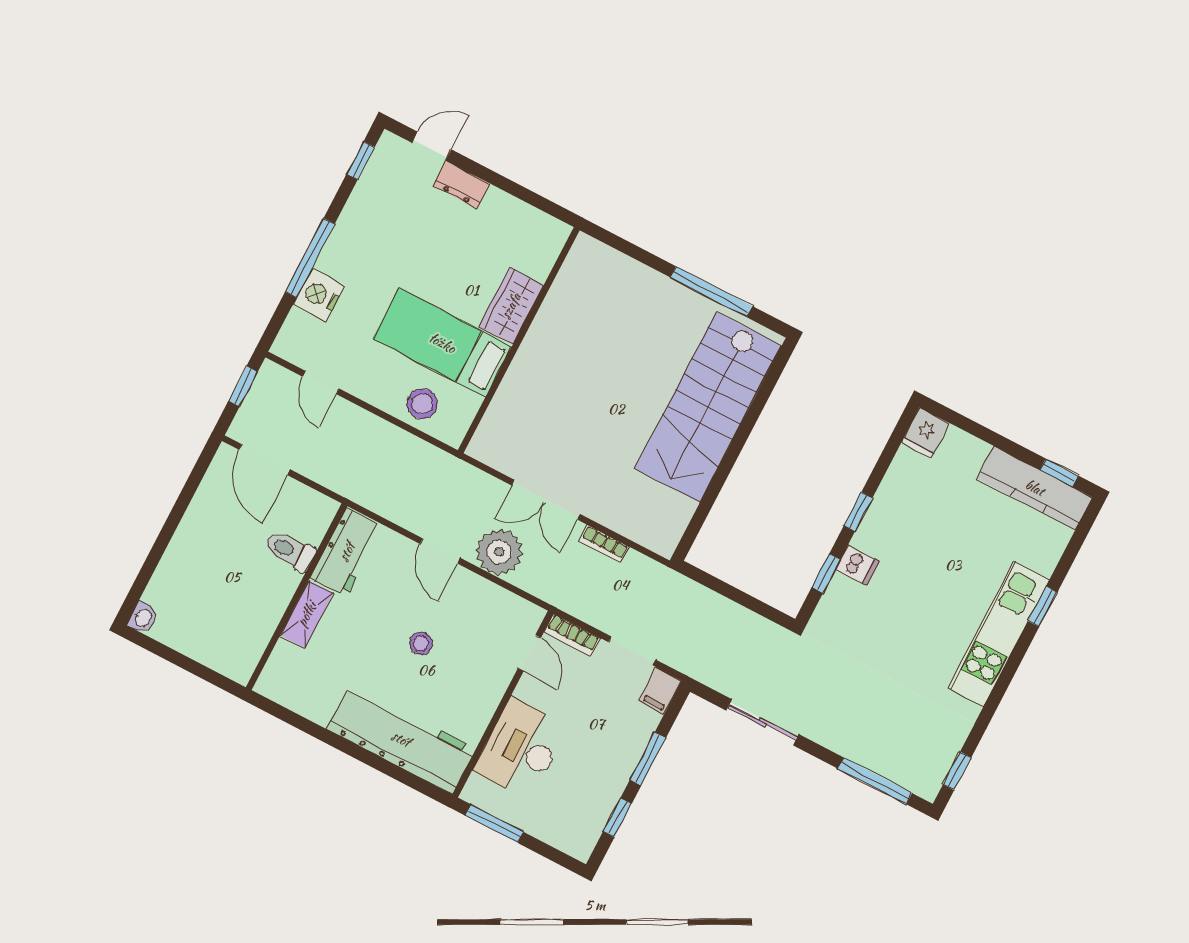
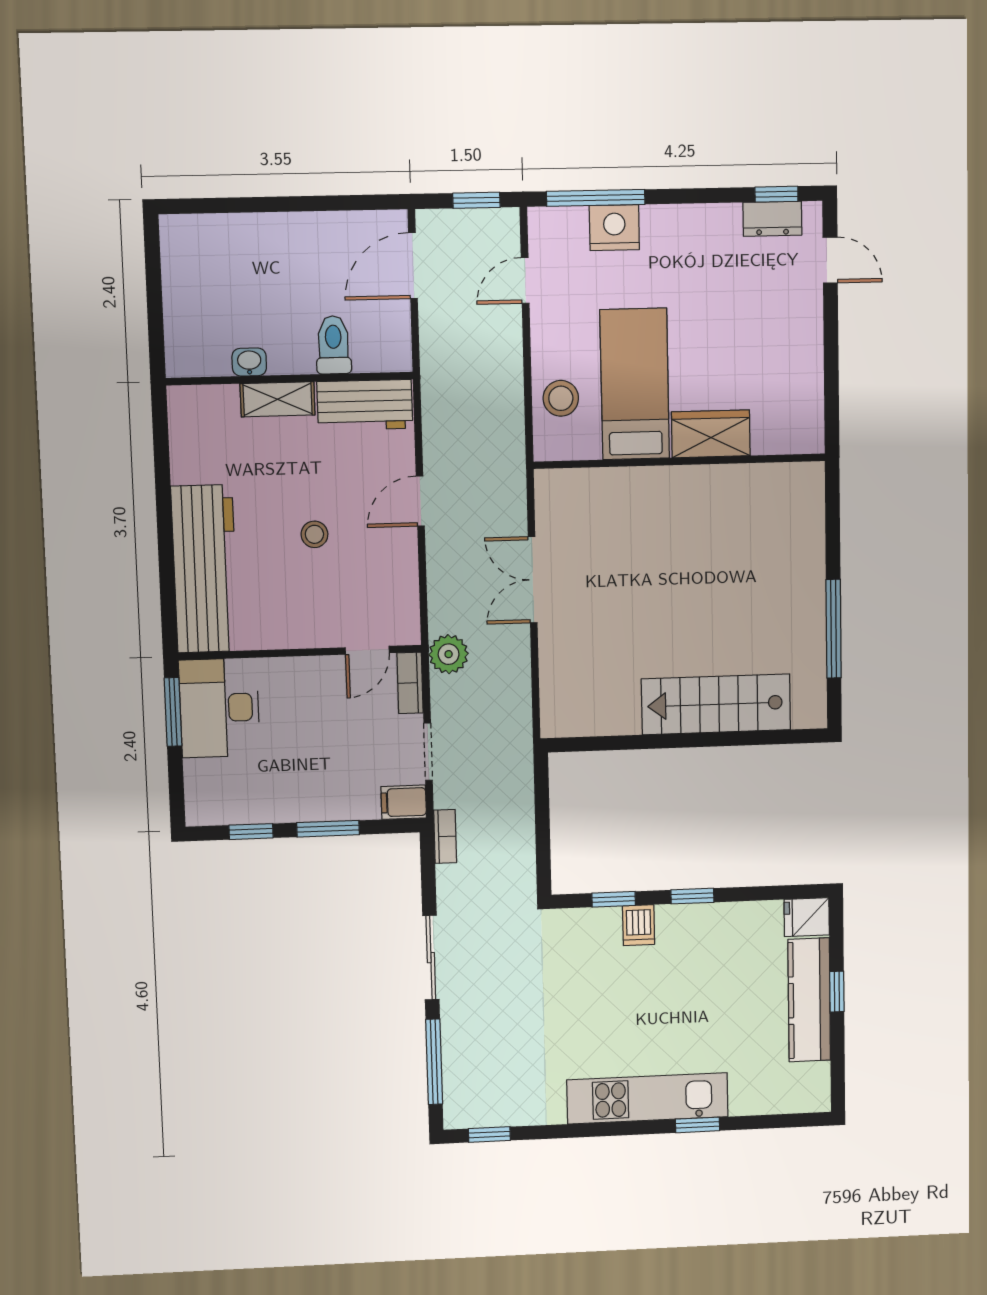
dresser: (461, 185) -> (772, 219), moved, turned -90
window: (310, 258) -> (596, 198), moved
stairs: (708, 407) -> (716, 704), width x0.73, depth x0.66
window: (1059, 473) -> (837, 992), moved
kitchen counter: (1035, 488) -> (809, 1000), moved
bookcase: (604, 544) -> (445, 836), moved, turned 180
plant: (499, 552) -> (449, 654), moved, width x0.73, depth x0.73
washbasin: (143, 618) -> (249, 362), moved, turned 180
sliding door: (763, 722) -> (431, 958), moved
desk: (521, 748) -> (219, 708), moved, turned -90

